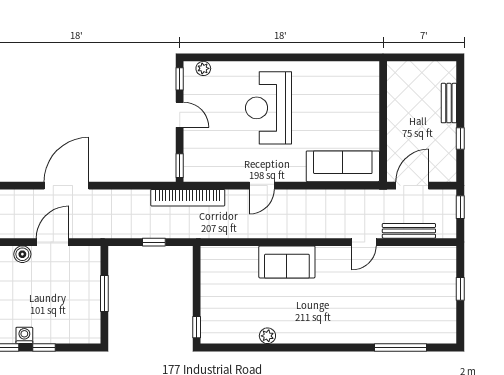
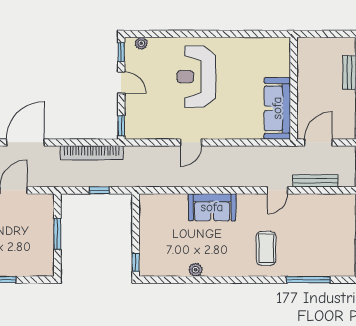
sofa: (343, 166) -> (277, 108), moved, turned -90
bookcase: (188, 198) -> (92, 153), moved
coffee table: (351, 310) -> (266, 248), added

